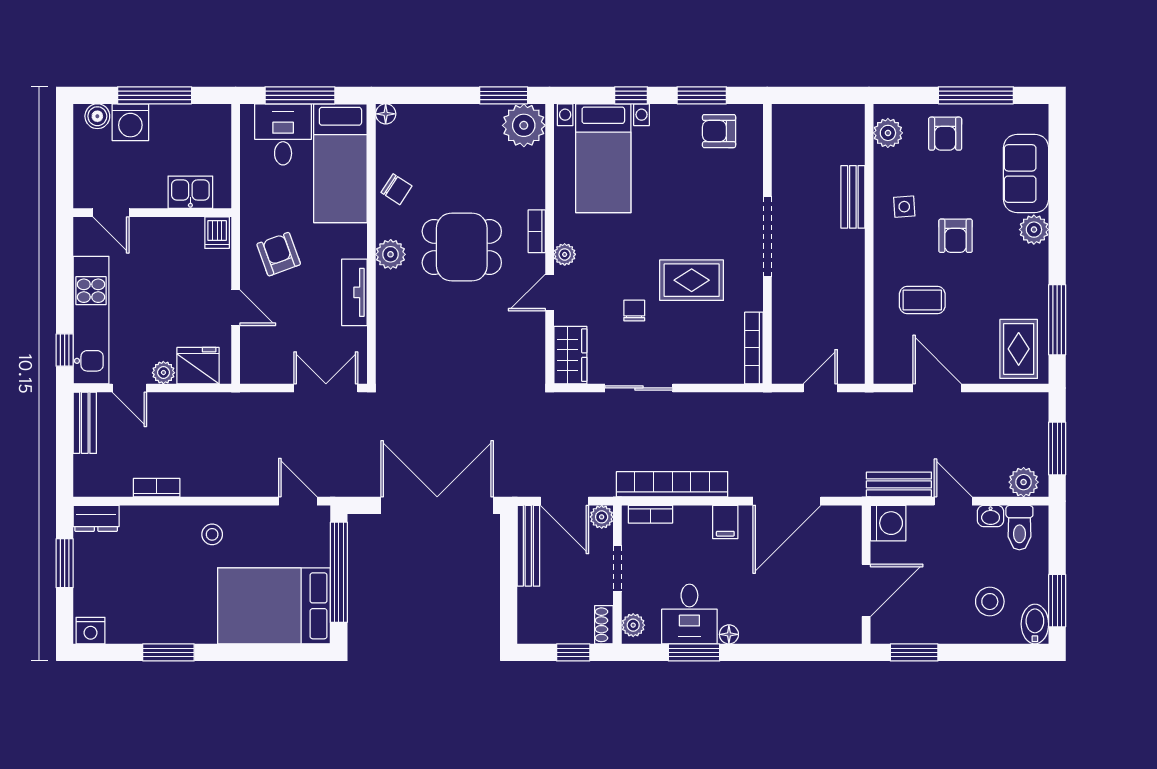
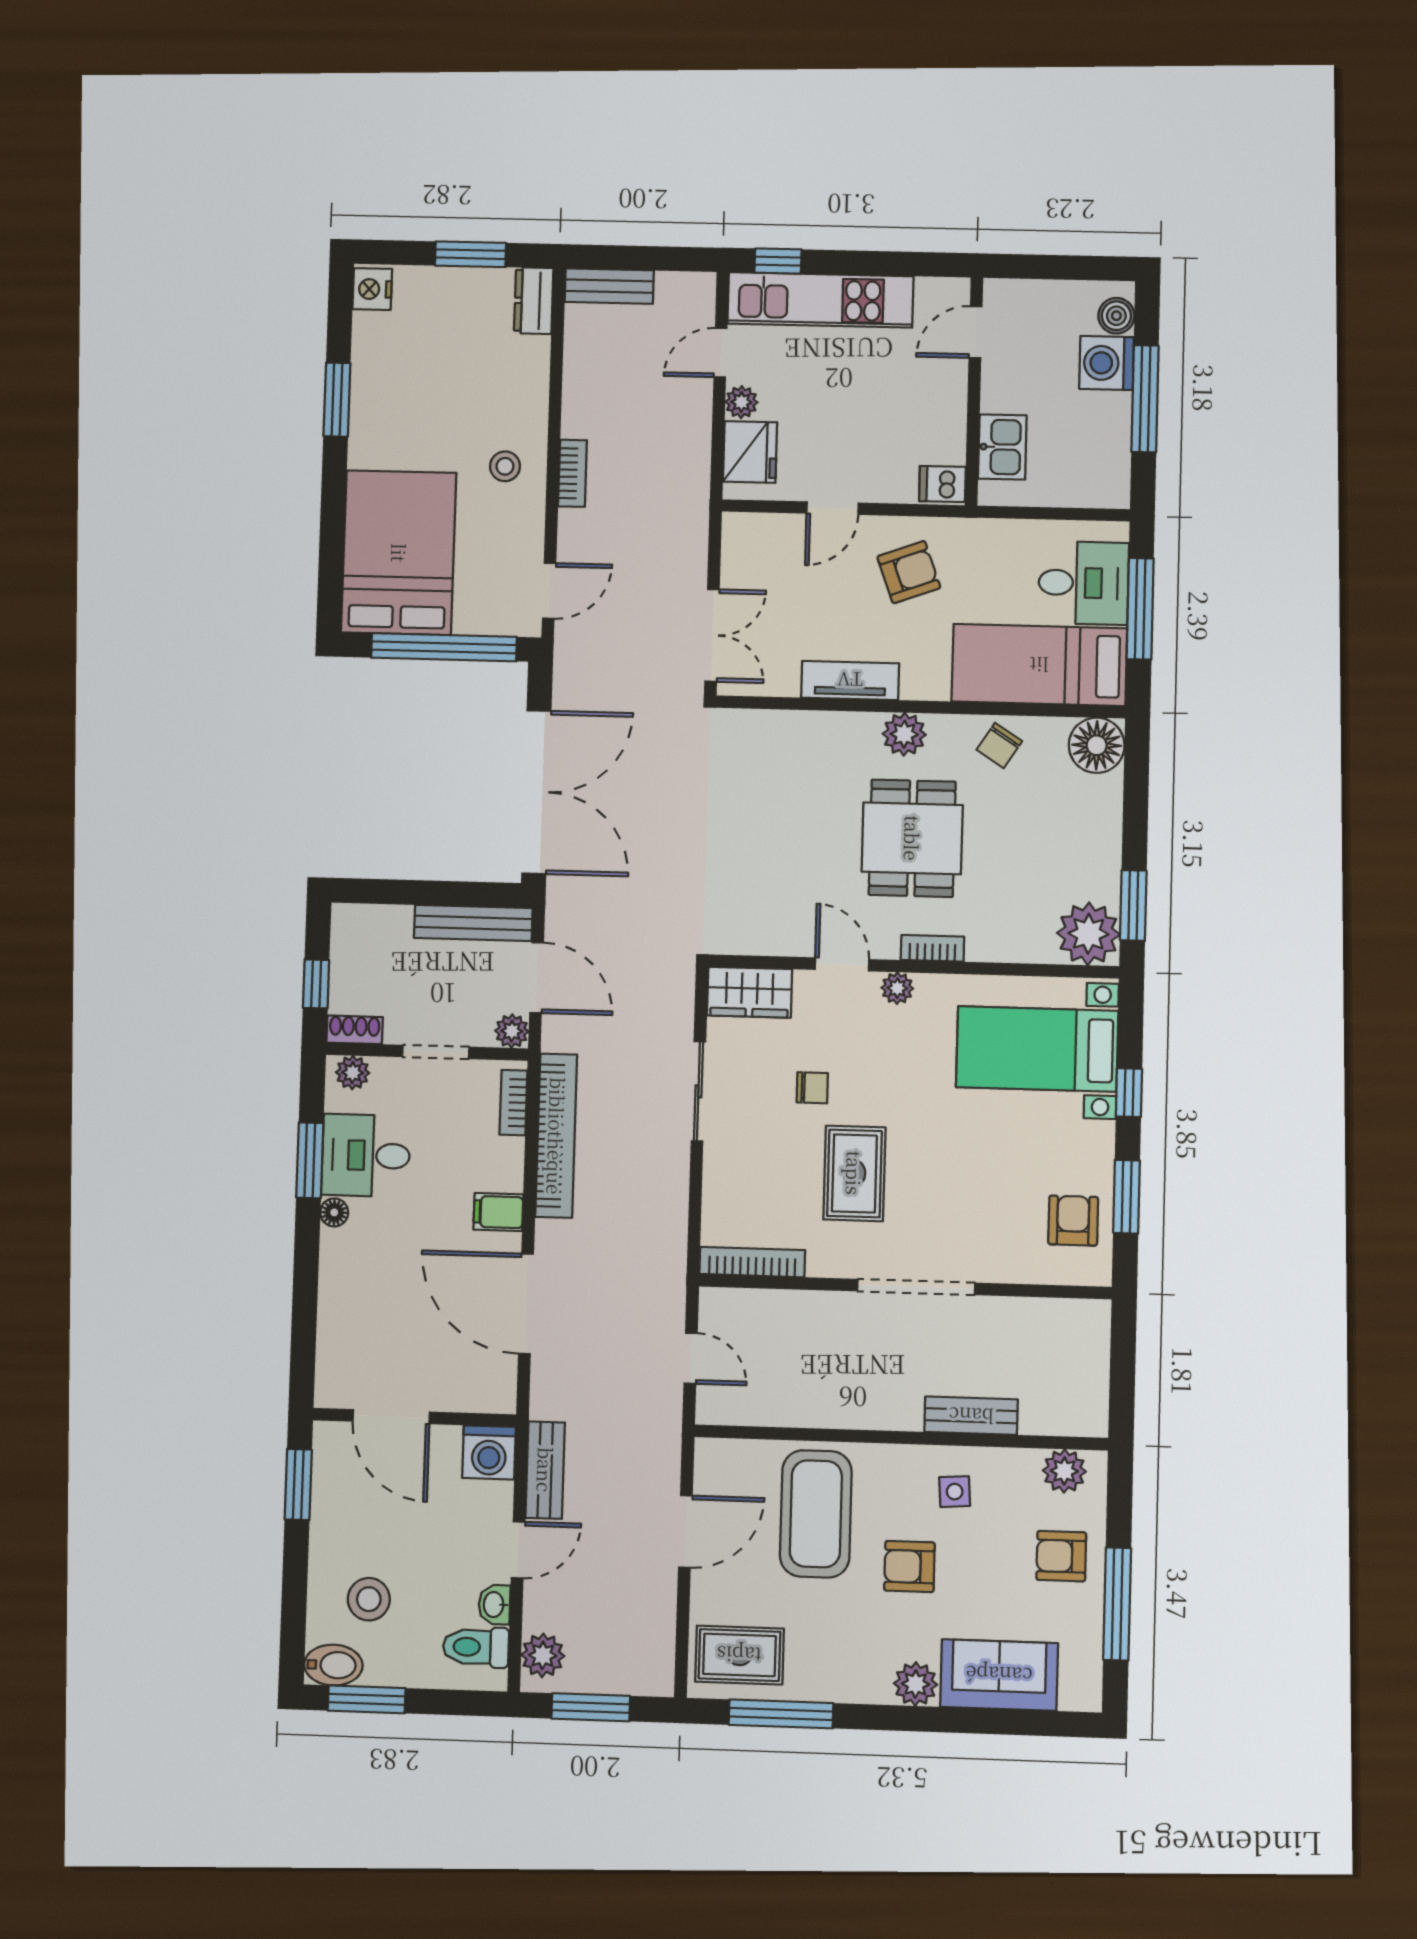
floor lamp: (386, 114) -> (1097, 745), width x1.89, depth x1.89
coffee table: (922, 300) -> (816, 1514), width x1.86, depth x1.72
bench: (85, 423) -> (609, 286), moved
bookcase: (157, 488) -> (572, 473), moved
door: (565, 501) -> (537, 978), swing flipped

